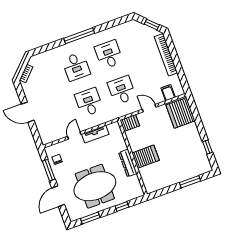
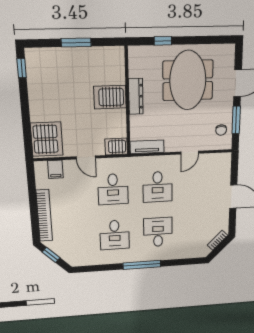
tv unit: (95, 134) -> (147, 147), moved
window: (208, 147) -> (22, 68), moved
window: (190, 182) -> (76, 43), moved
meeting table: (95, 186) -> (188, 80), turned 90
window: (90, 218) -> (209, 40), removed

